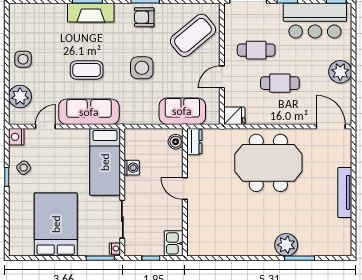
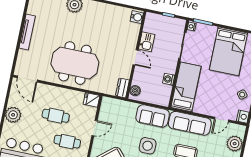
sofa: (182, 111) -> (153, 116), moved
kitchen sink: (174, 243) -> (147, 42), moved
water cooler: (195, 246) -> (137, 17), added

